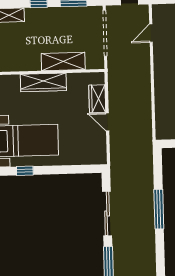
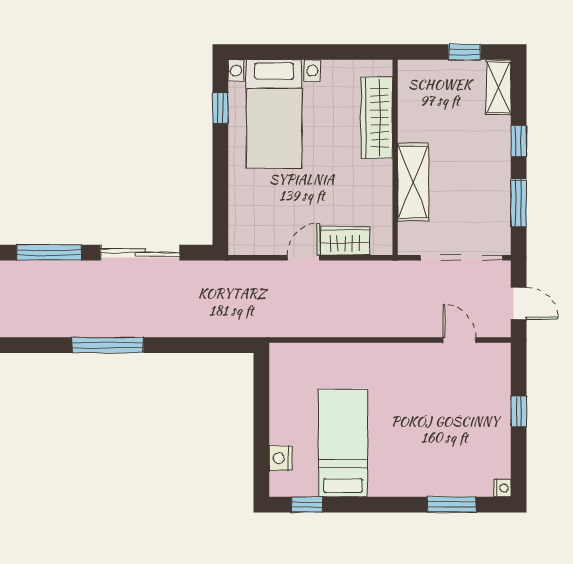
wardrobe: (43, 82) -> (377, 118), moved
window: (159, 209) -> (108, 345), moved

